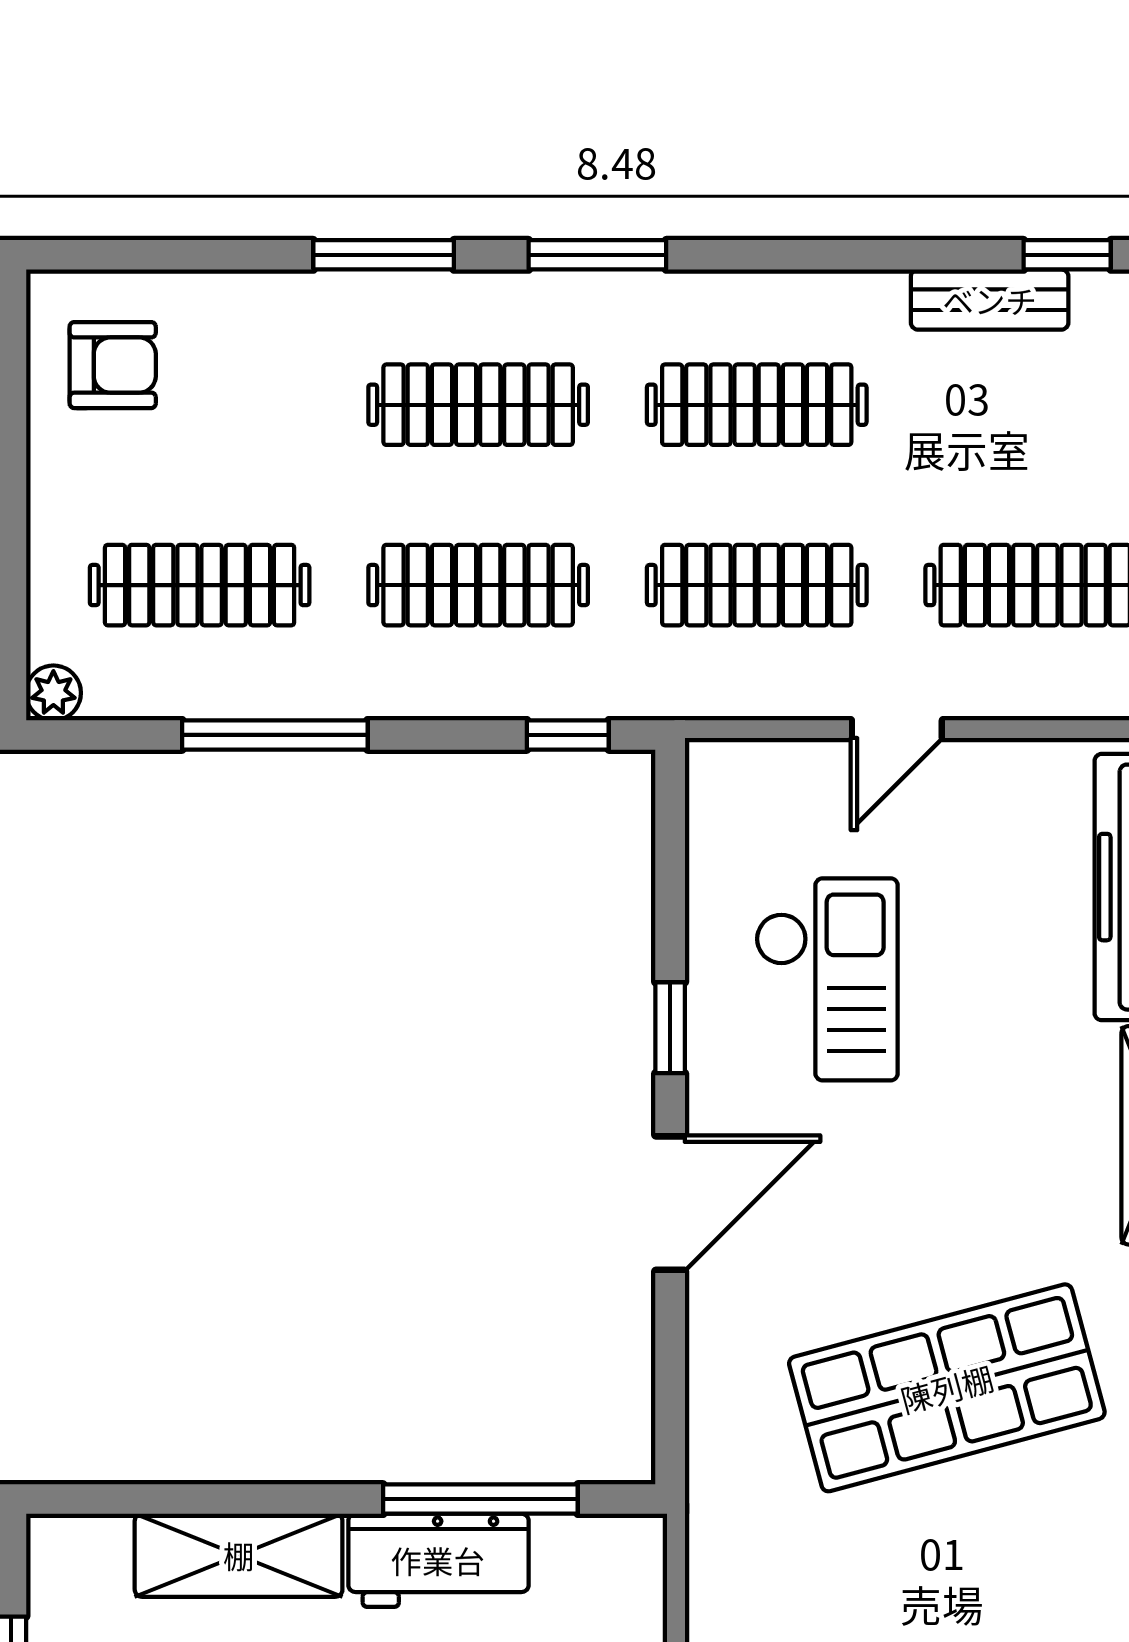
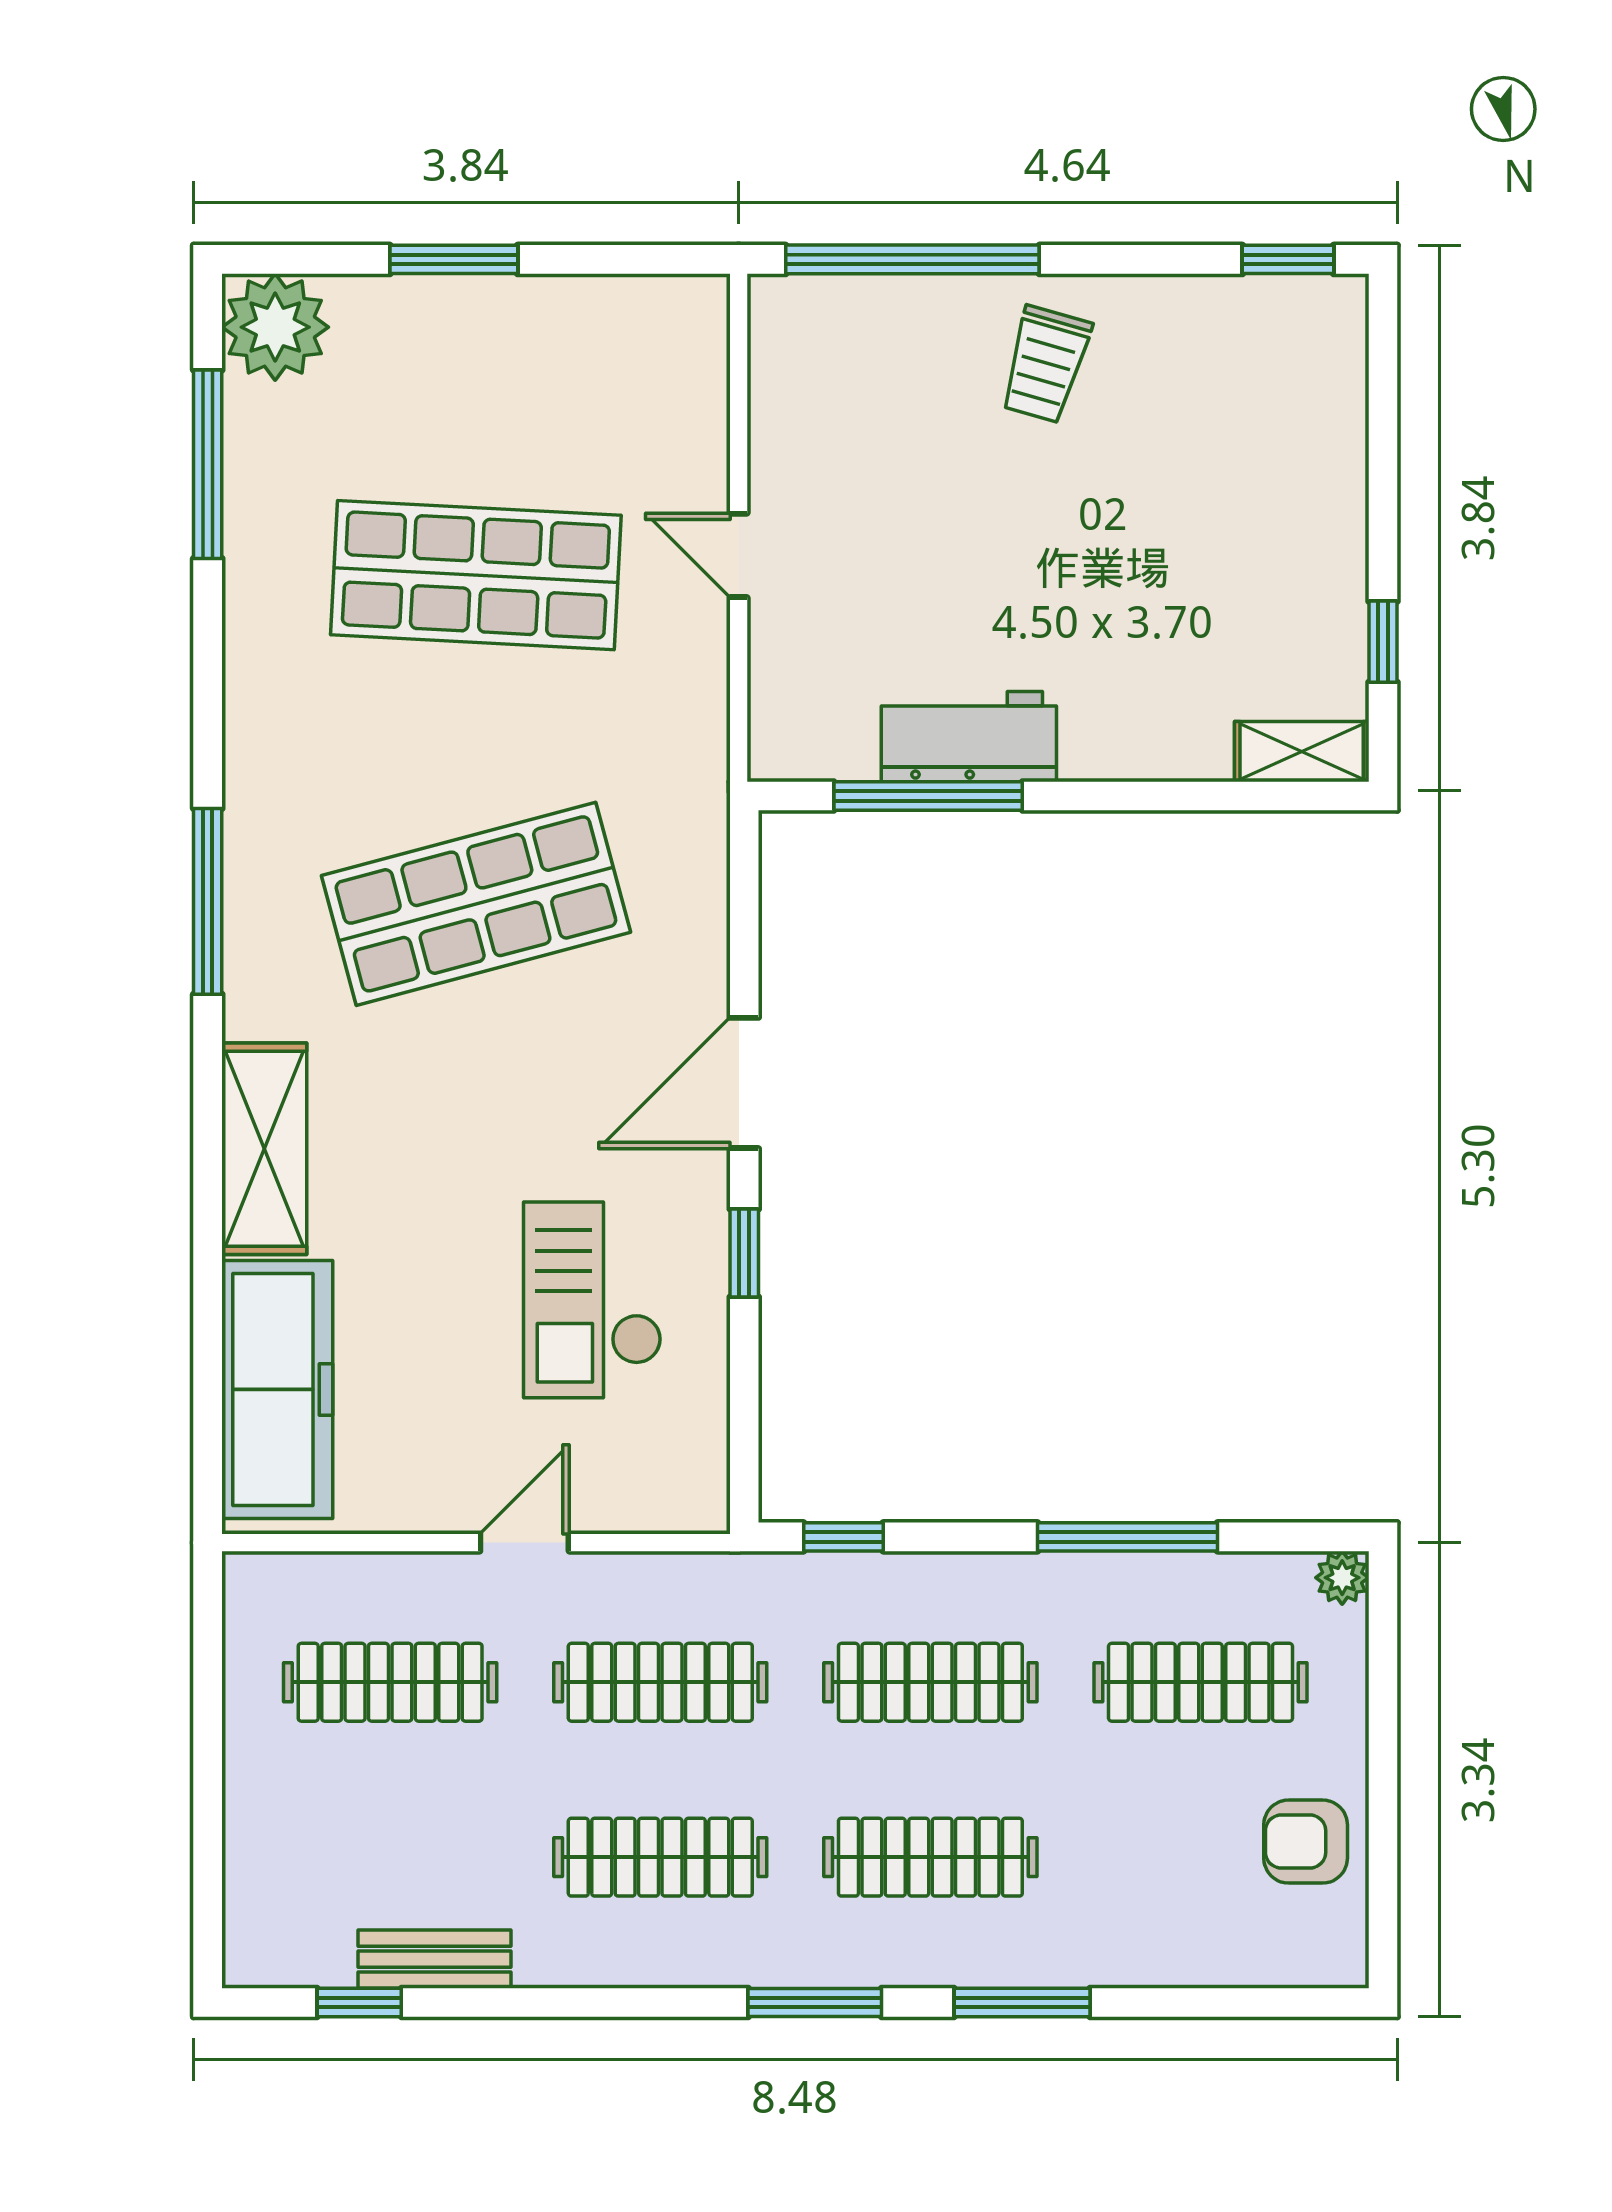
armchair: (113, 365) -> (1306, 1842), moved
shelving: (239, 1555) -> (1302, 752), moved, width x0.67, depth x0.75

